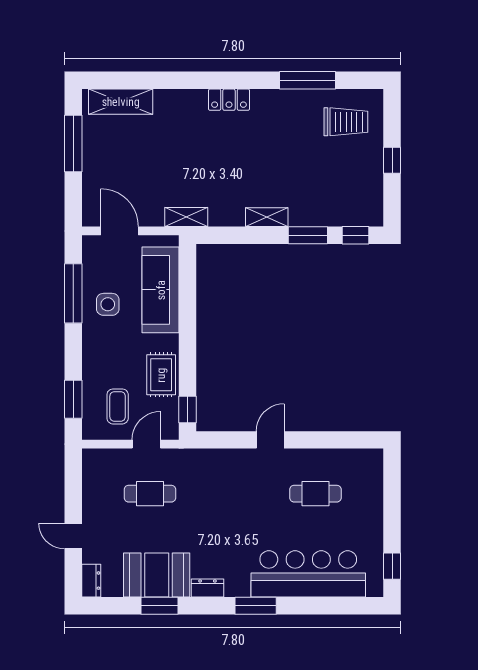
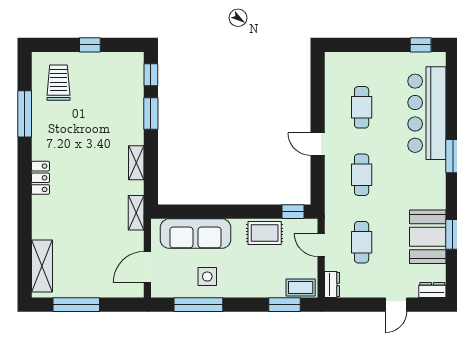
shelving: (267, 217) -> (136, 163), moved
coffee table: (118, 406) -> (301, 288), moved
cafe table: (233, 494) -> (362, 175), added
dresser: (207, 588) -> (332, 284), moved, turned 180

